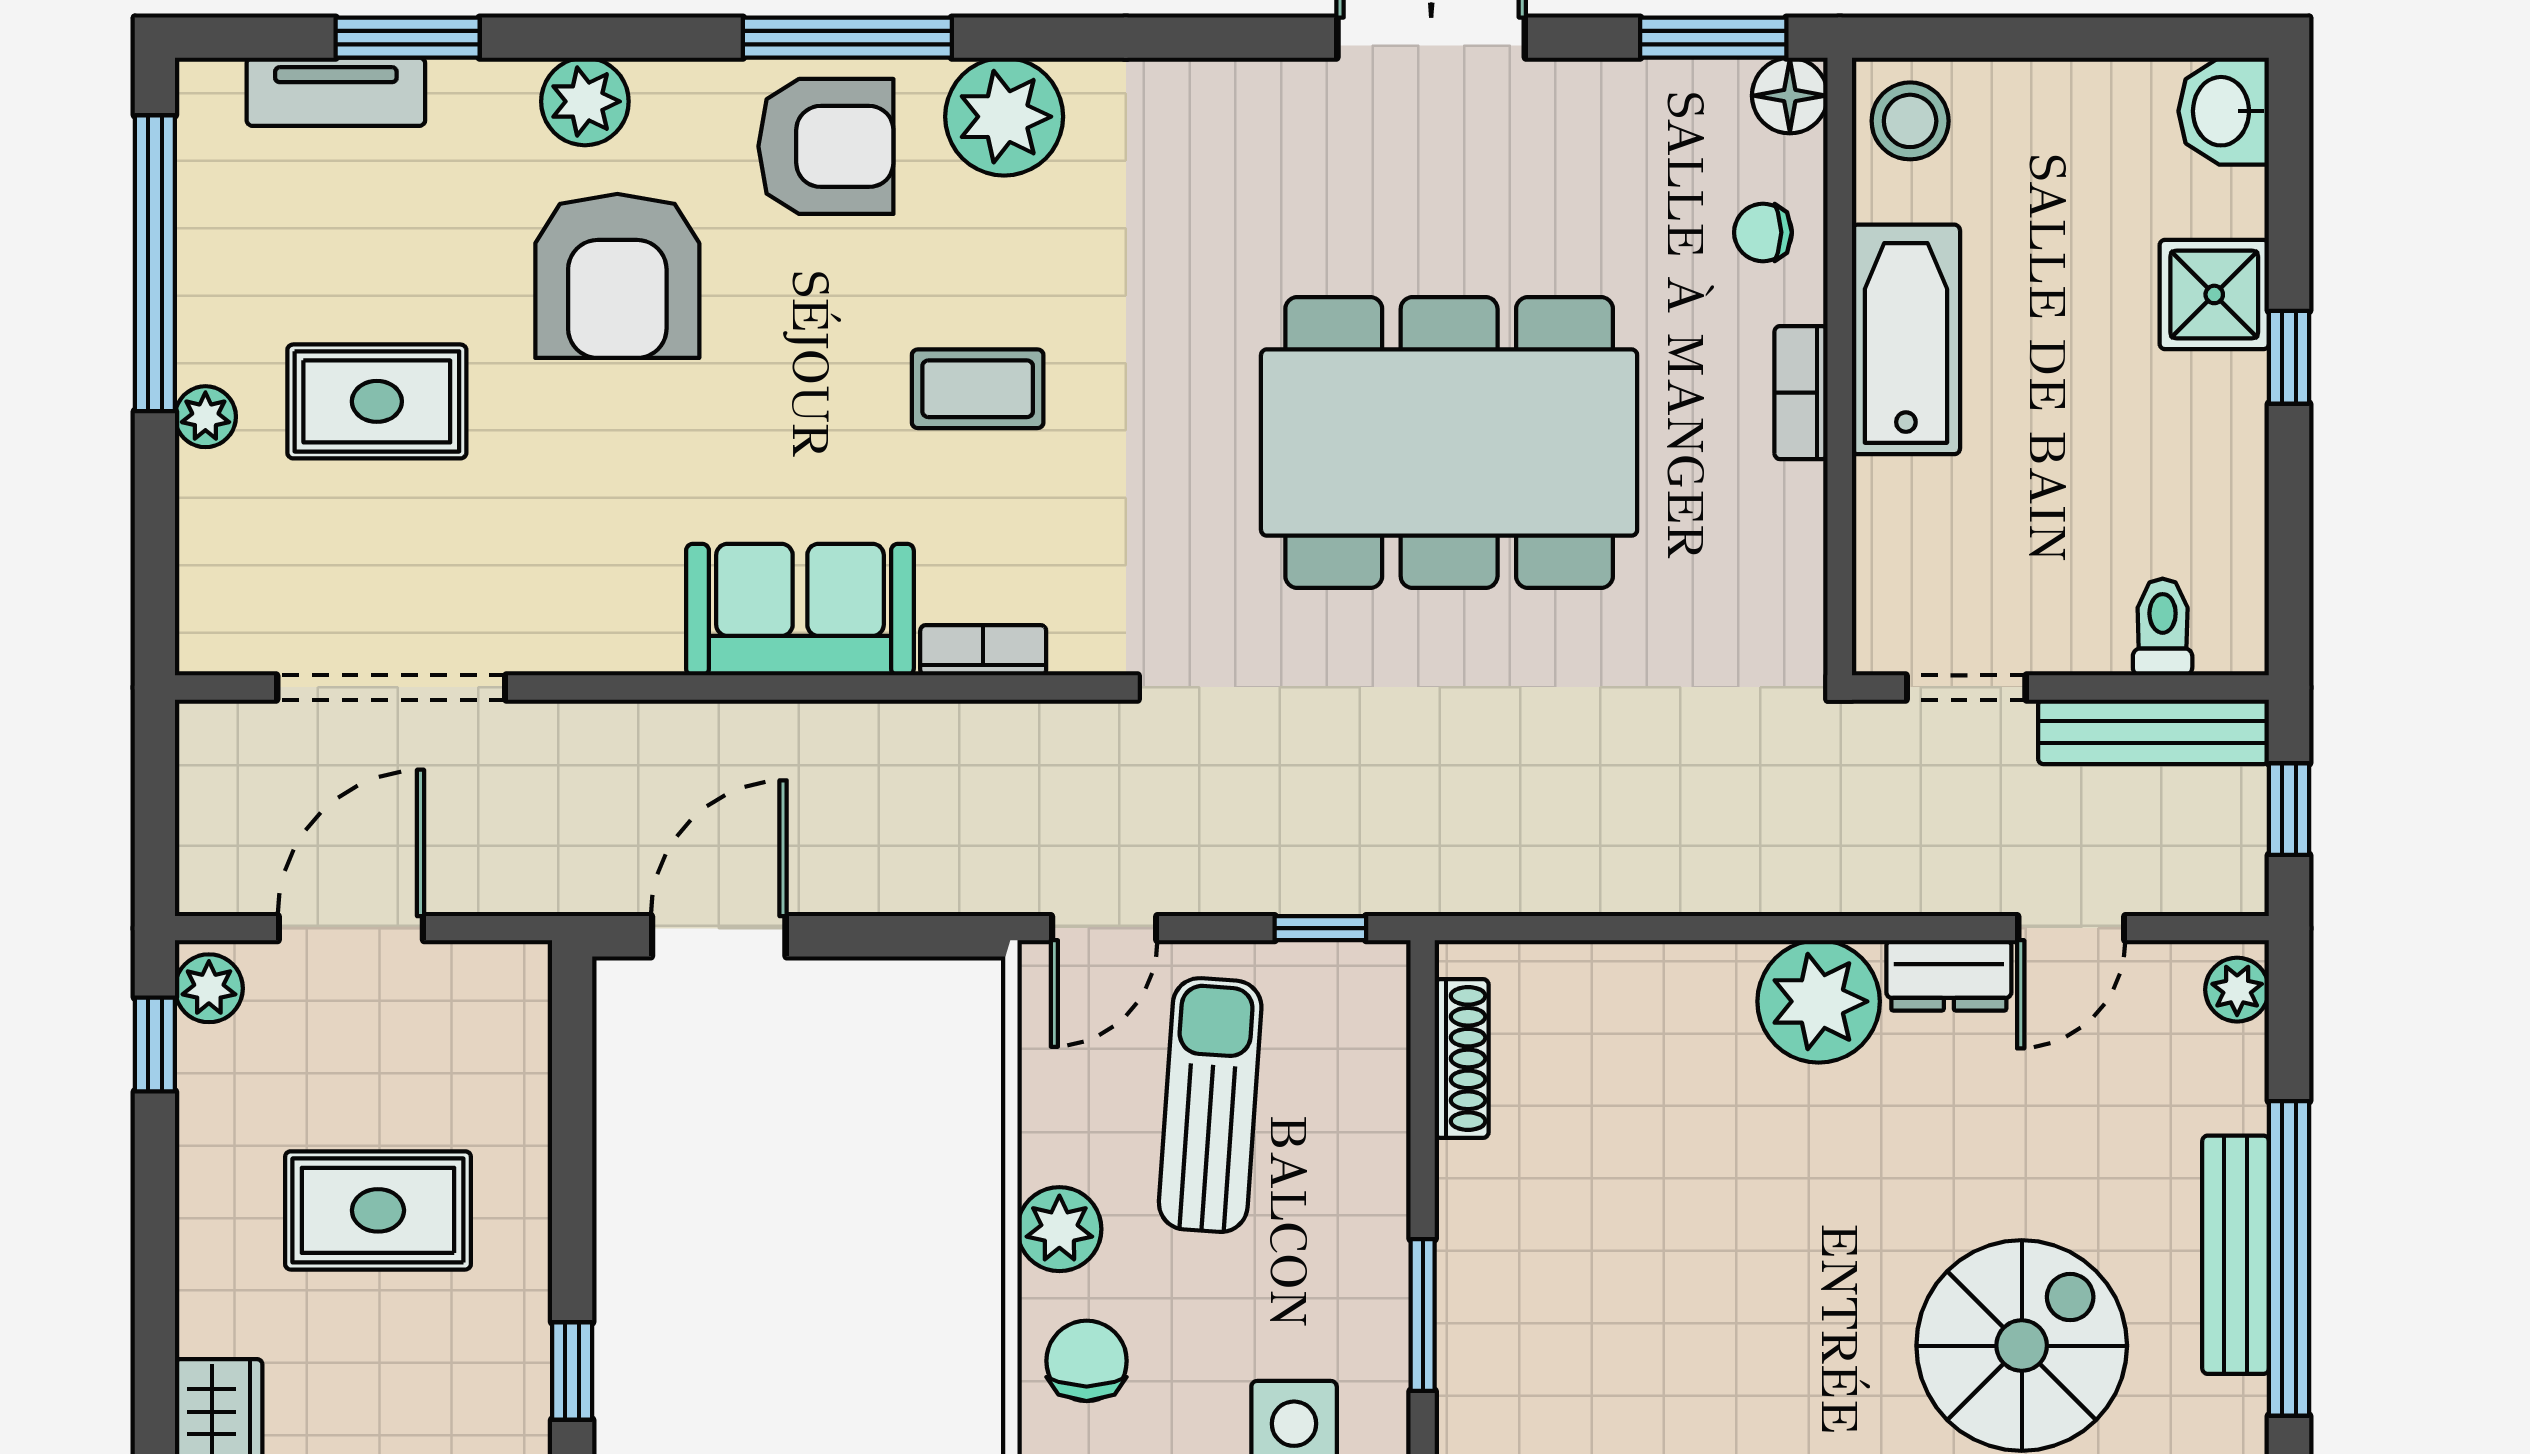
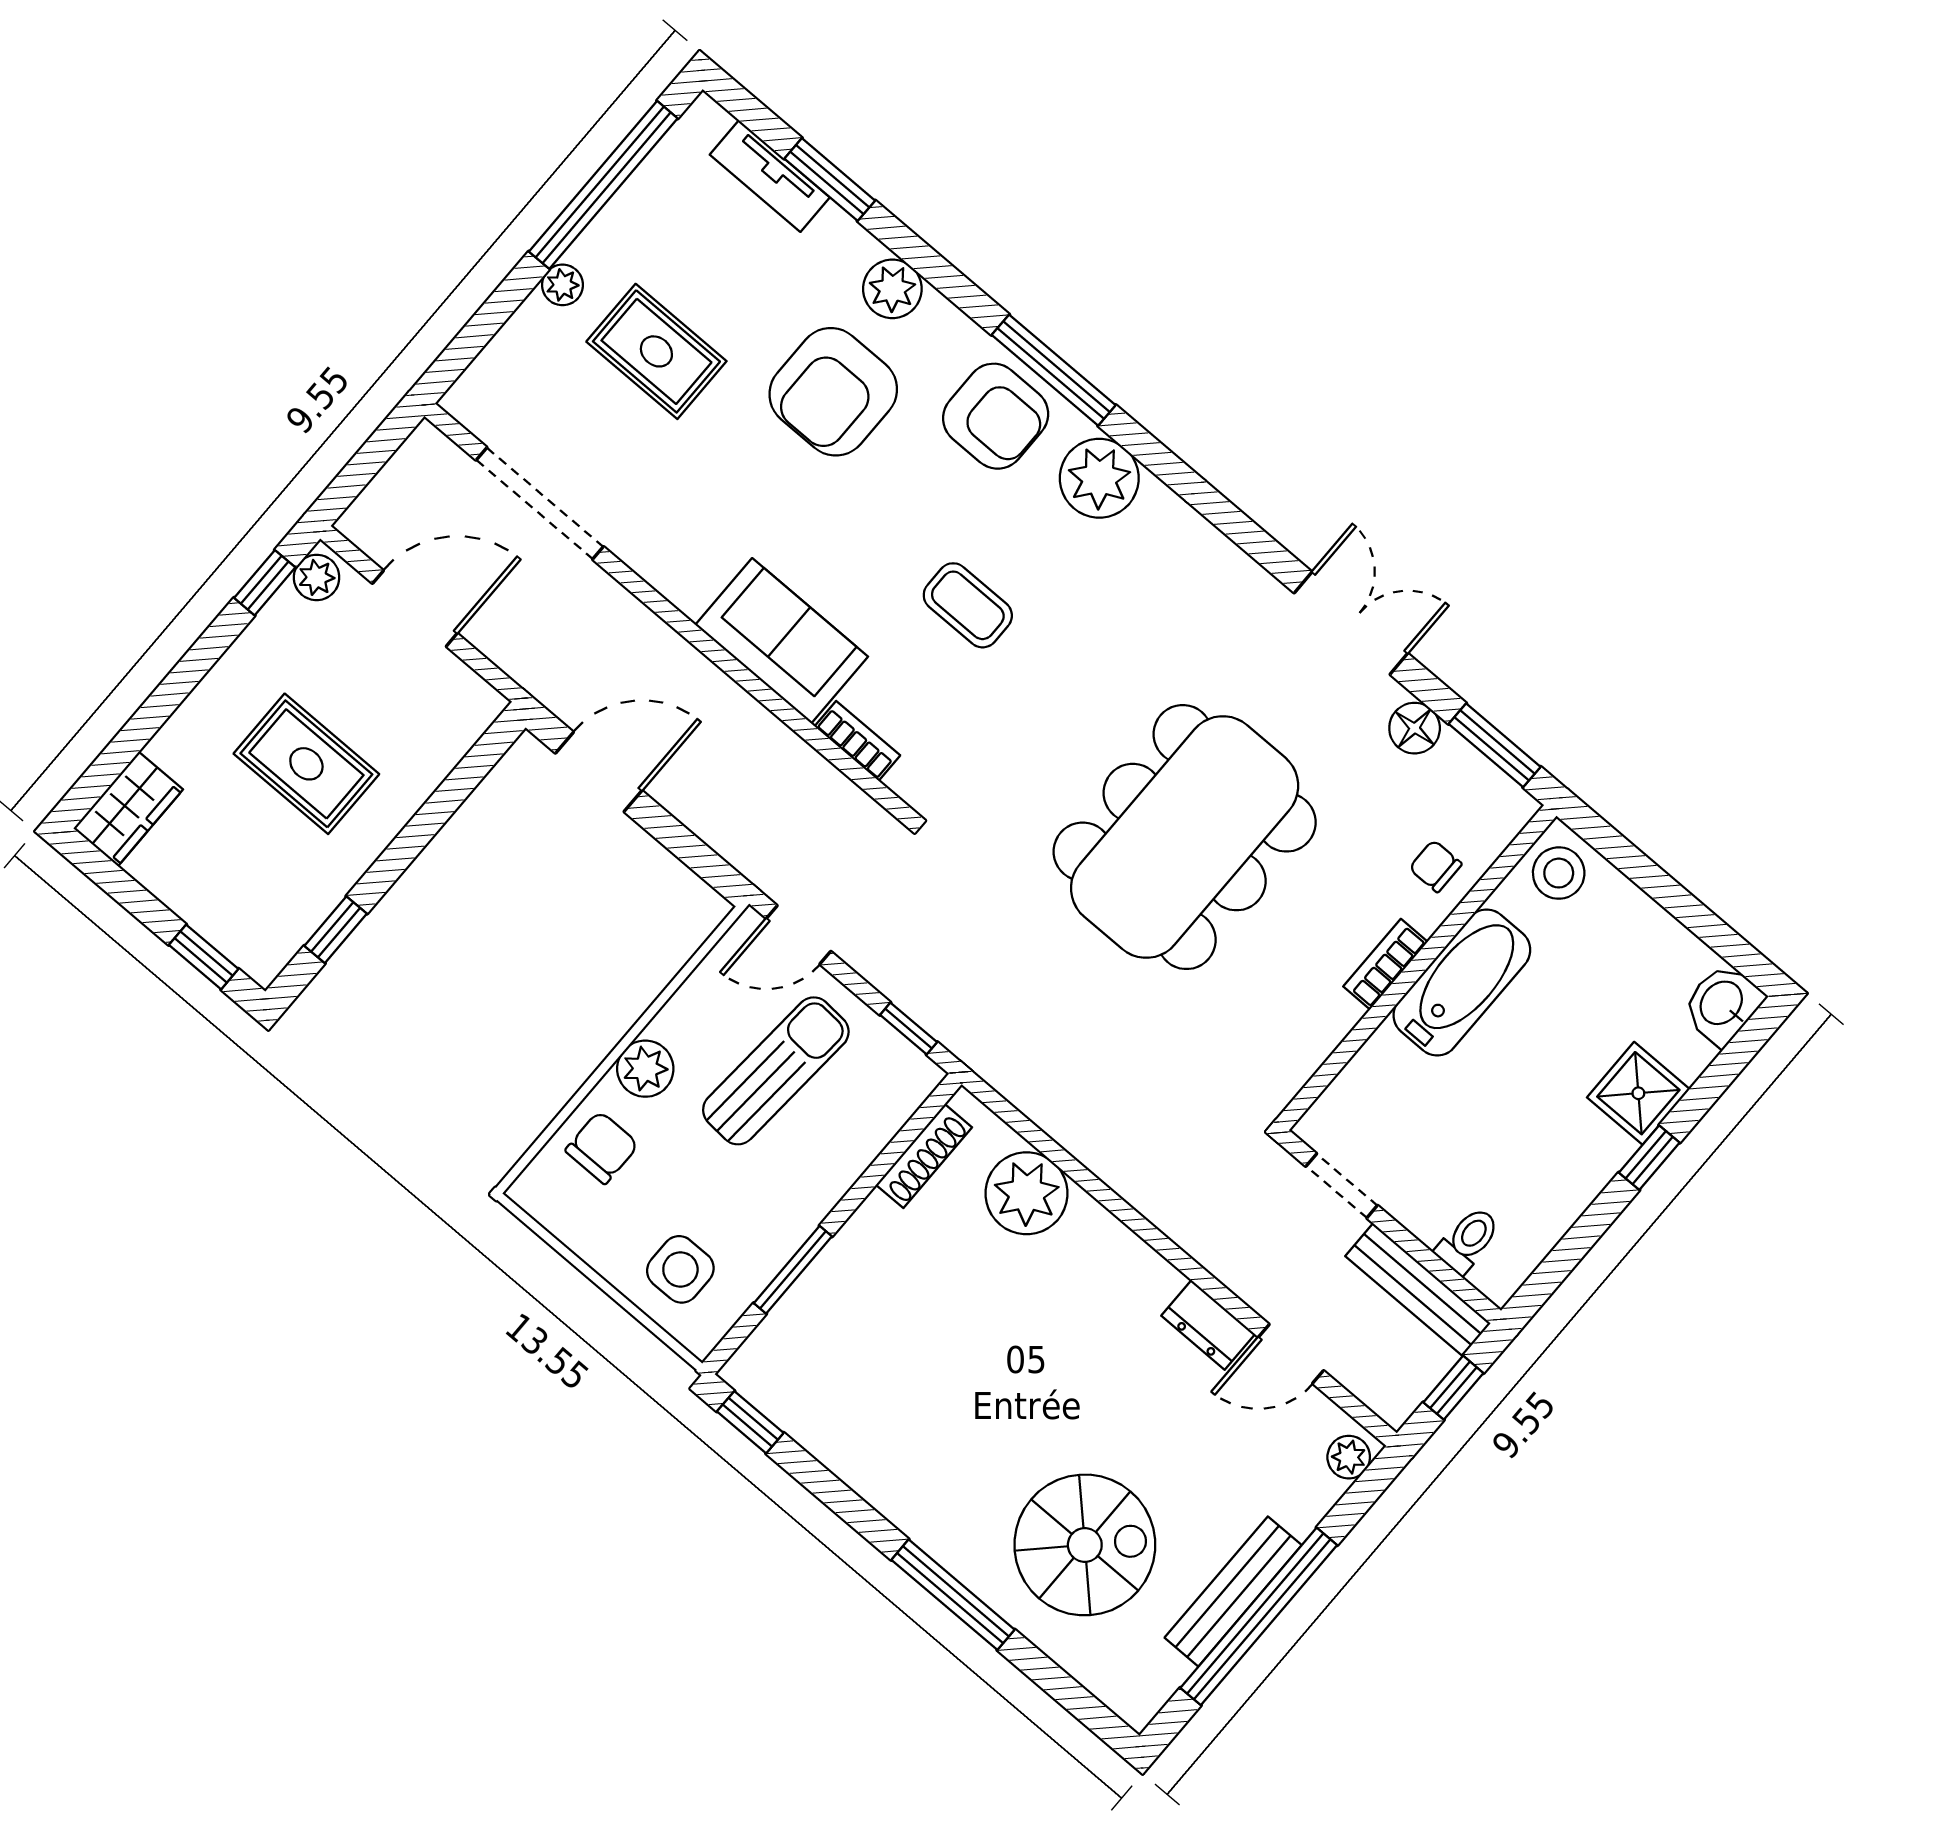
floor lamp: (1790, 96) -> (1415, 728), moved
dining table: (1449, 443) -> (1185, 837), turned 90
plant: (1819, 1001) -> (1027, 1193), moved

